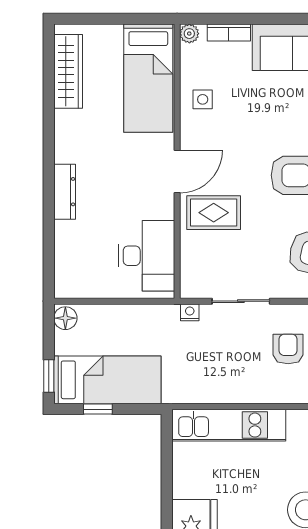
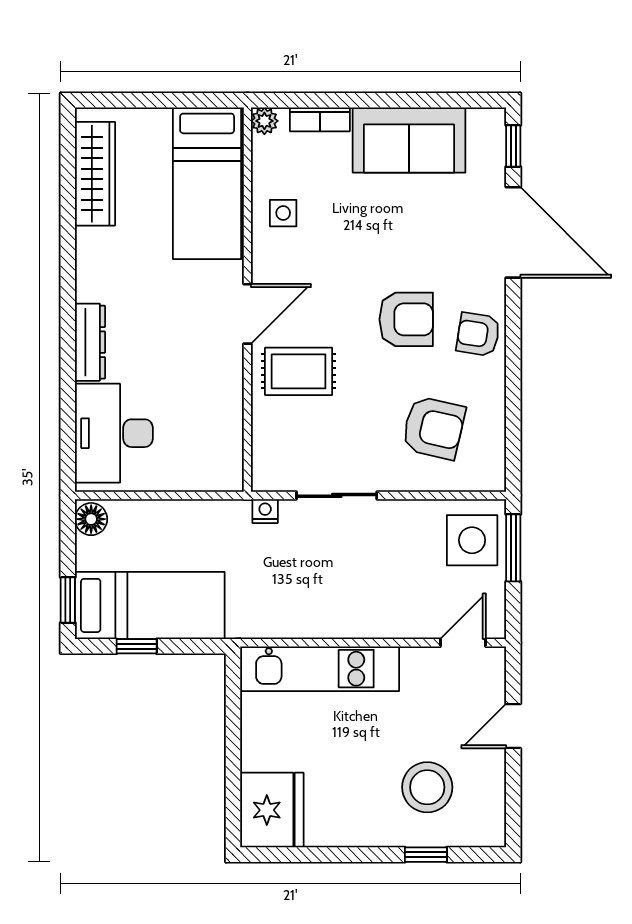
desk: (147, 256) -> (114, 433), moved, turned 180
armchair: (288, 349) -> (403, 562), removed

